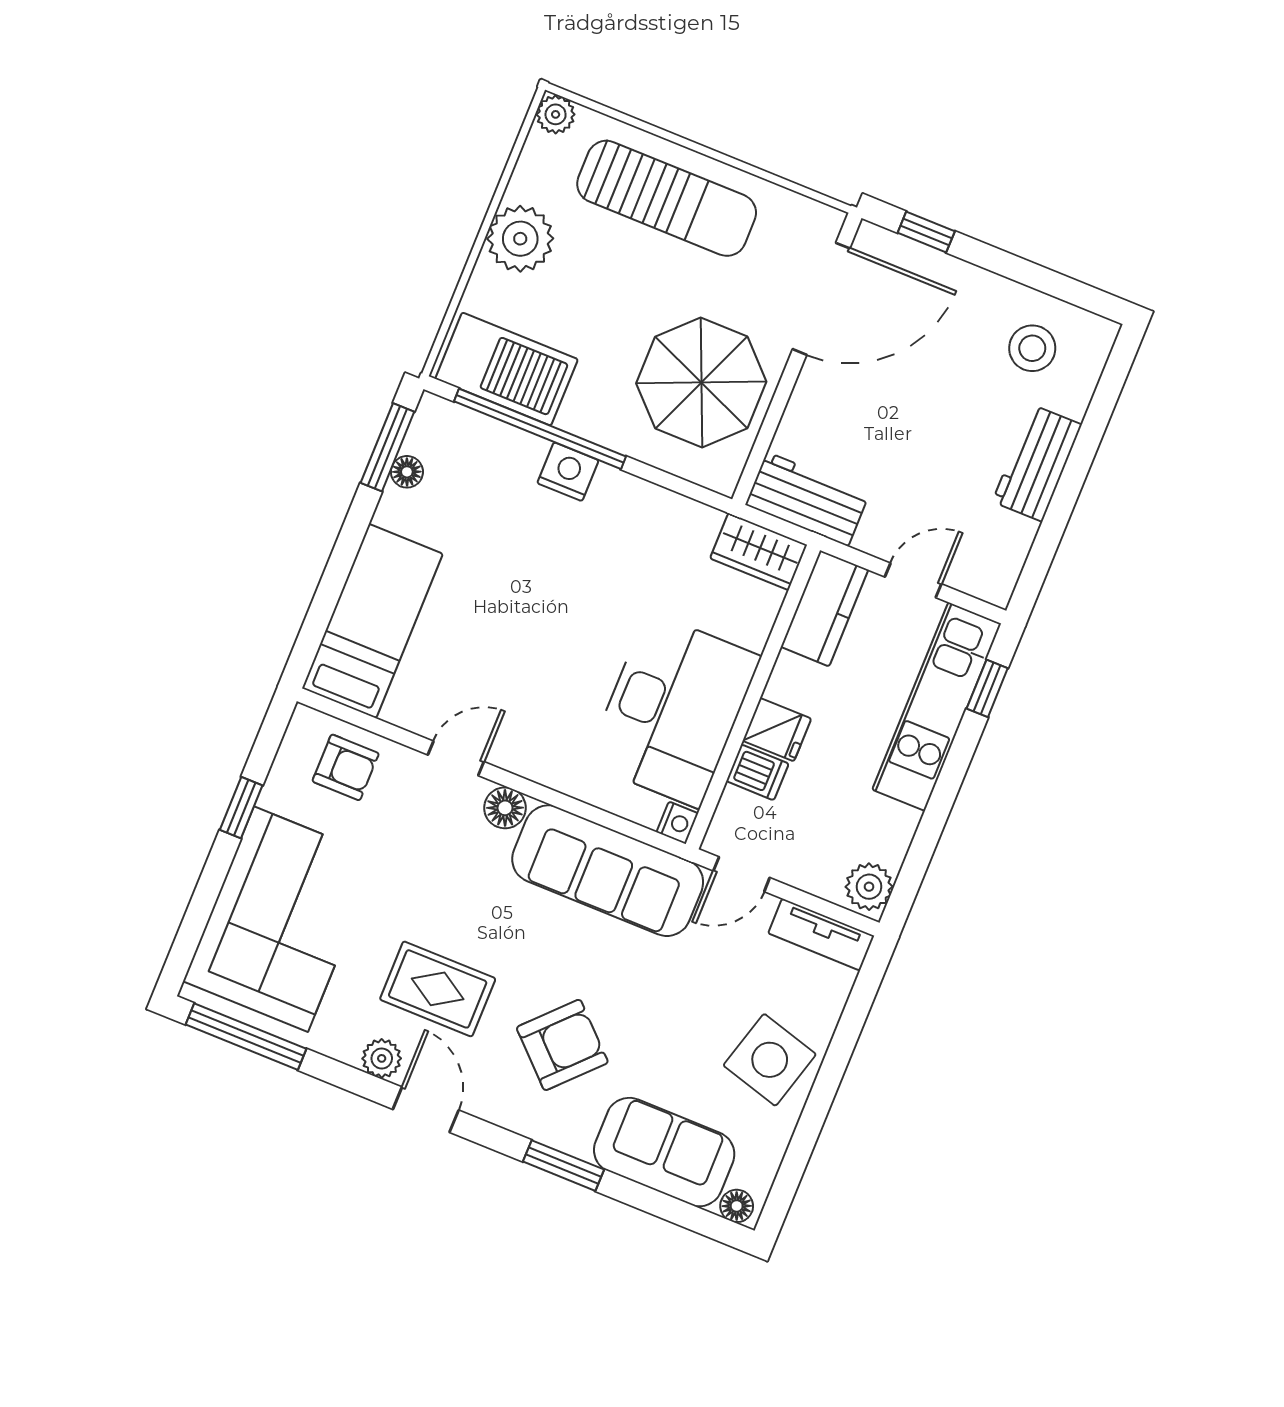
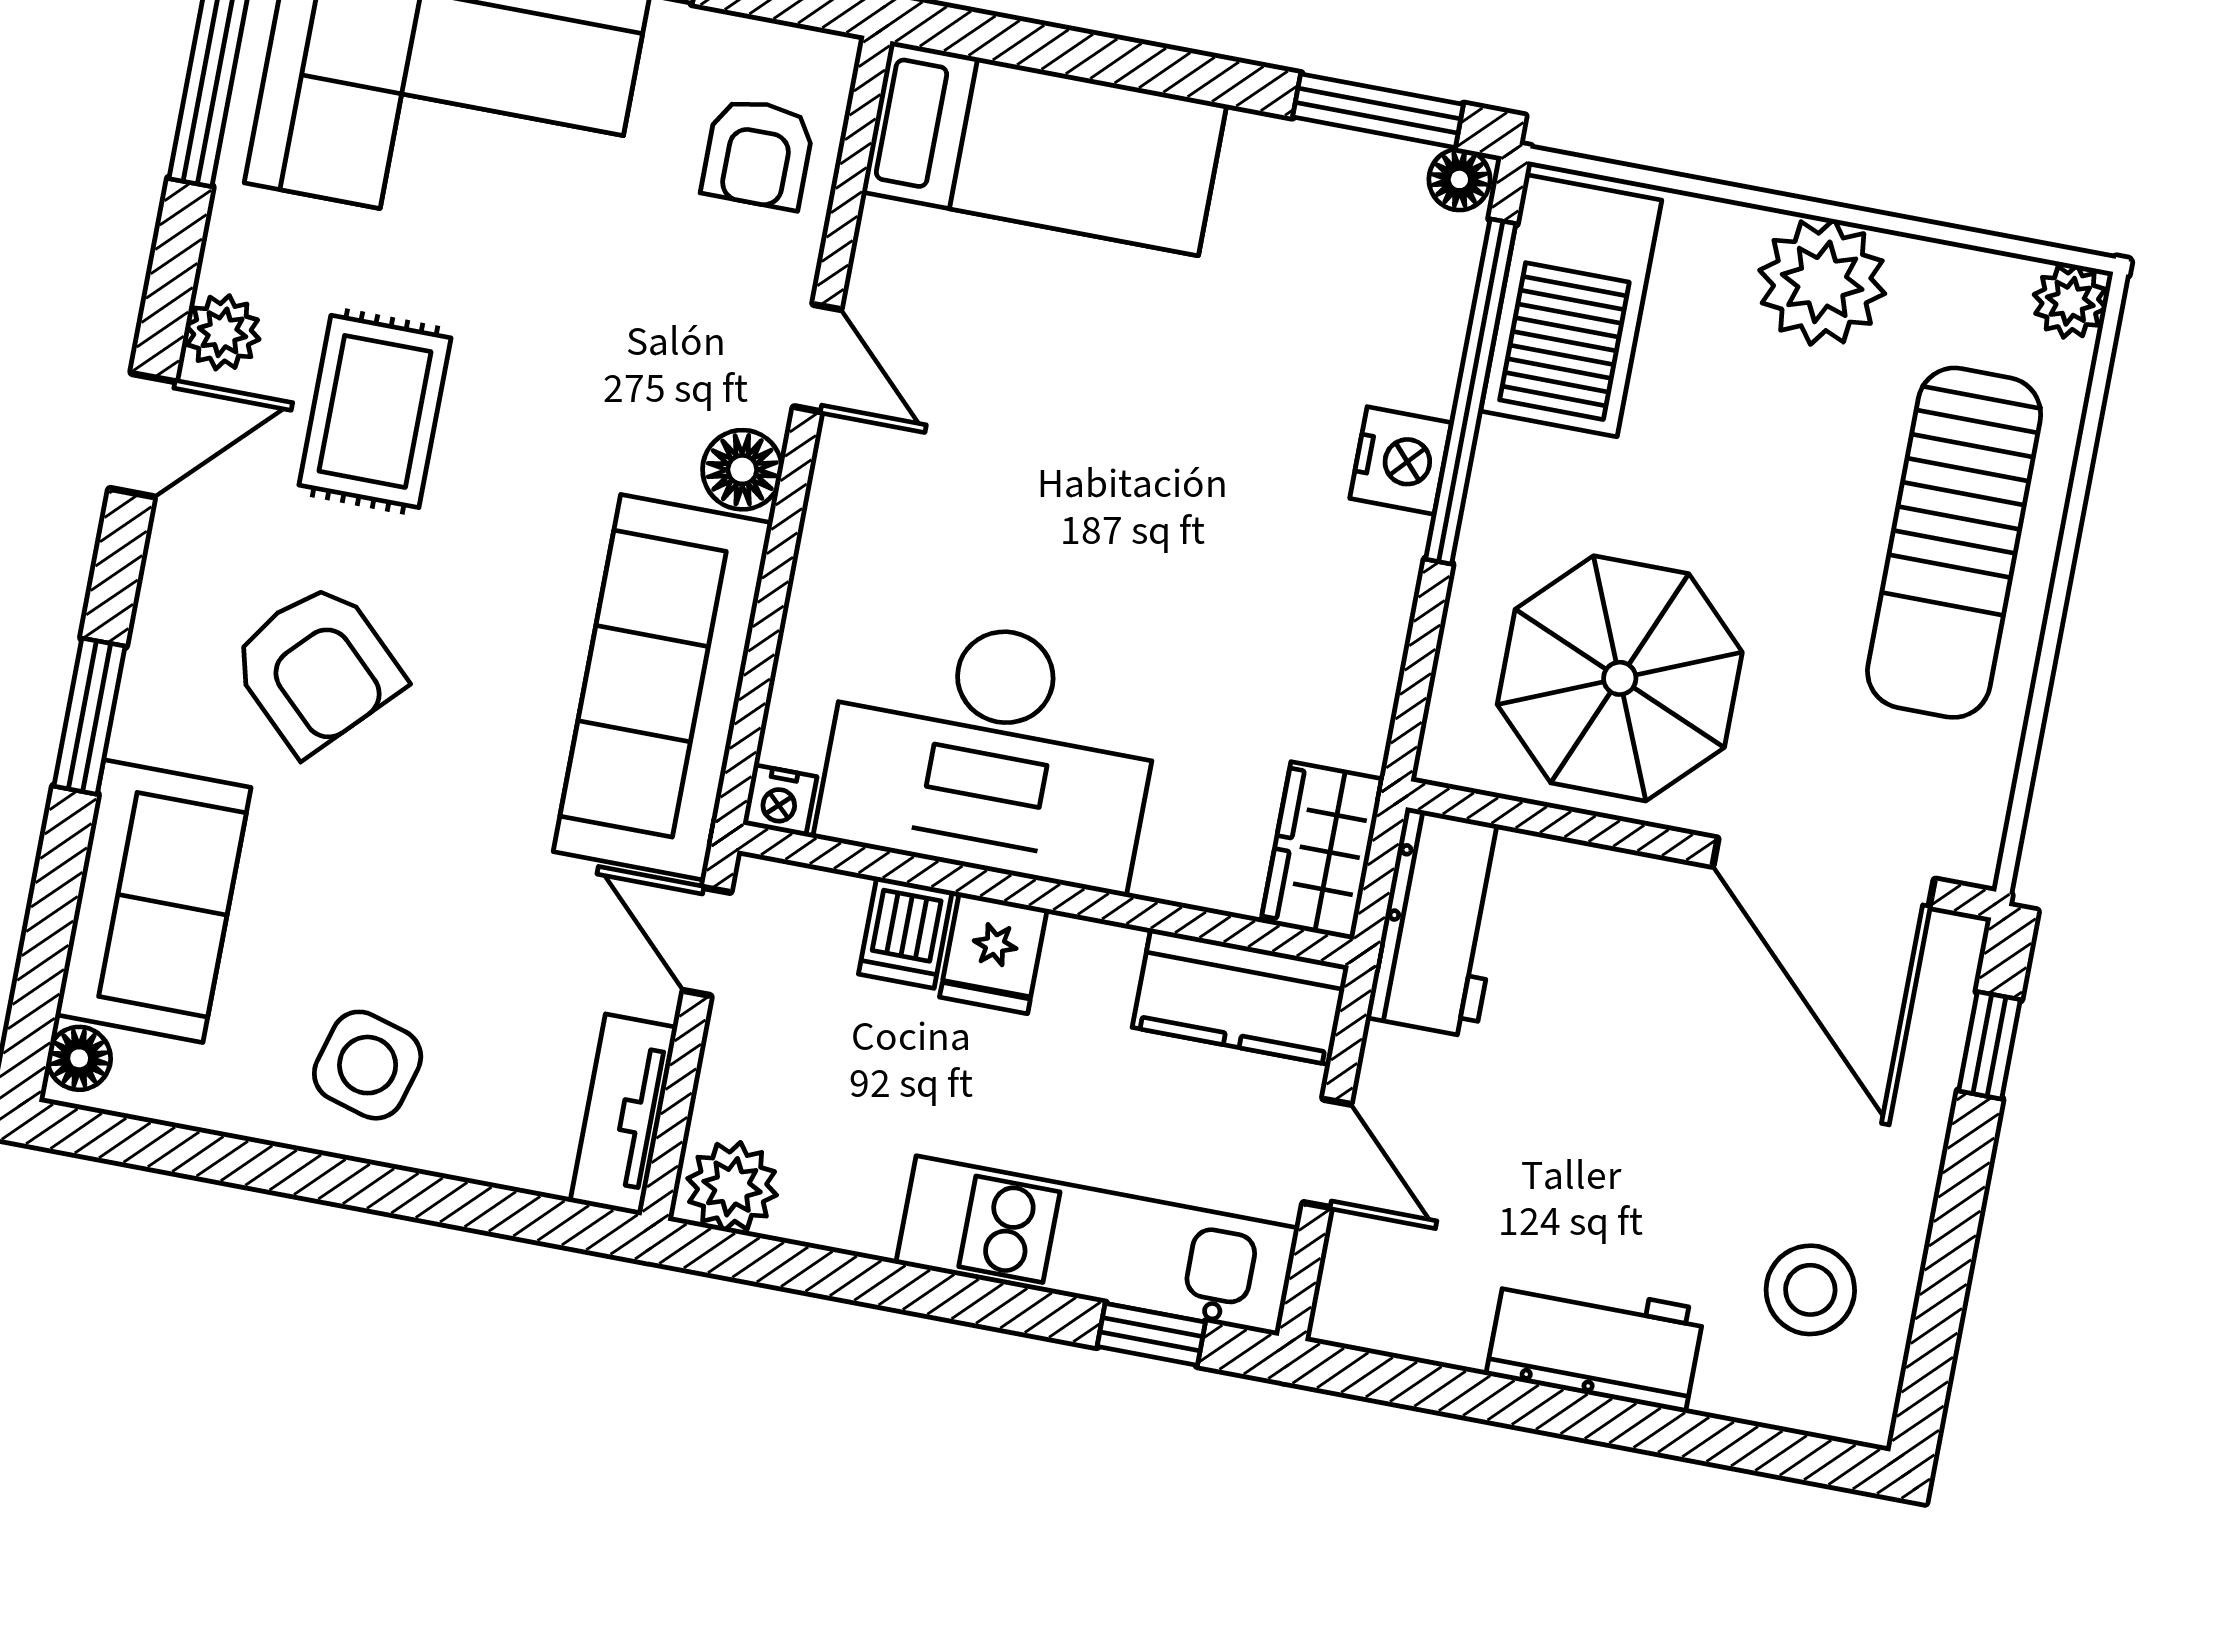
floor lamp: (407, 472) -> (1459, 179), moved
side table: (770, 1060) -> (368, 1065), width x0.73, depth x0.73

